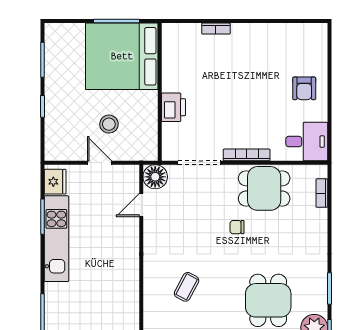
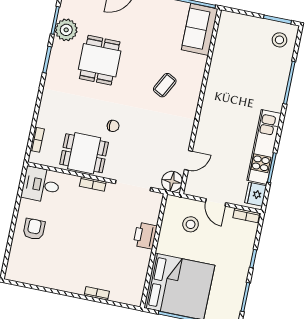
stool: (109, 124) -> (191, 224), moved
bookcase: (61, 155) -> (246, 215), added
bookcase: (247, 155) -> (93, 184), width x0.64

